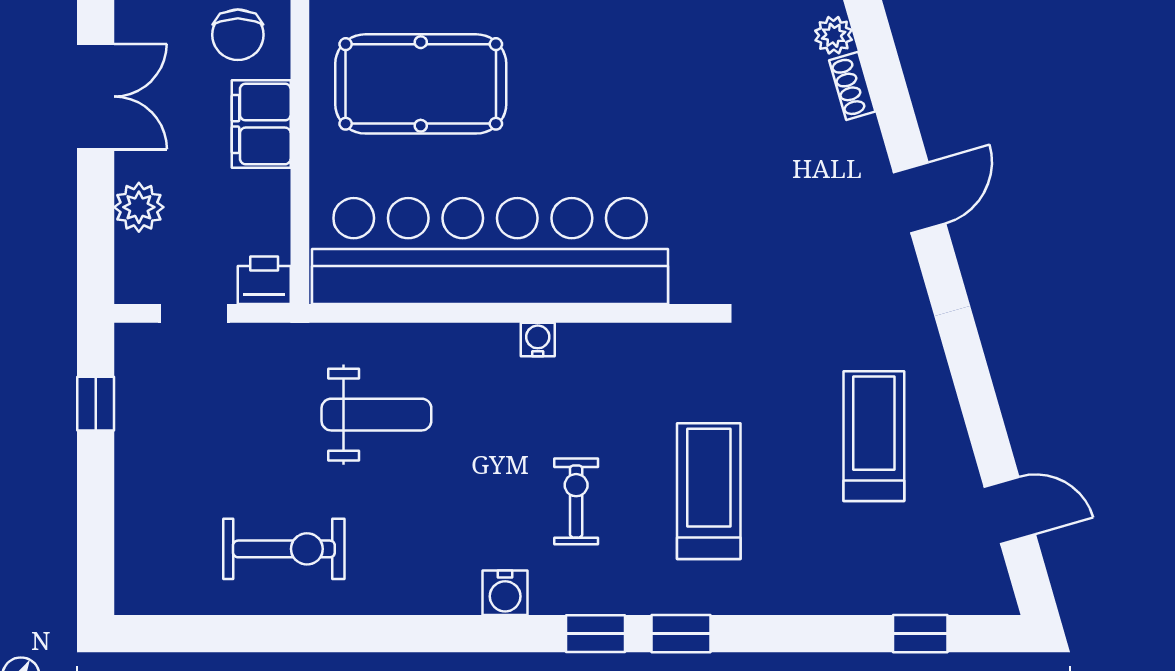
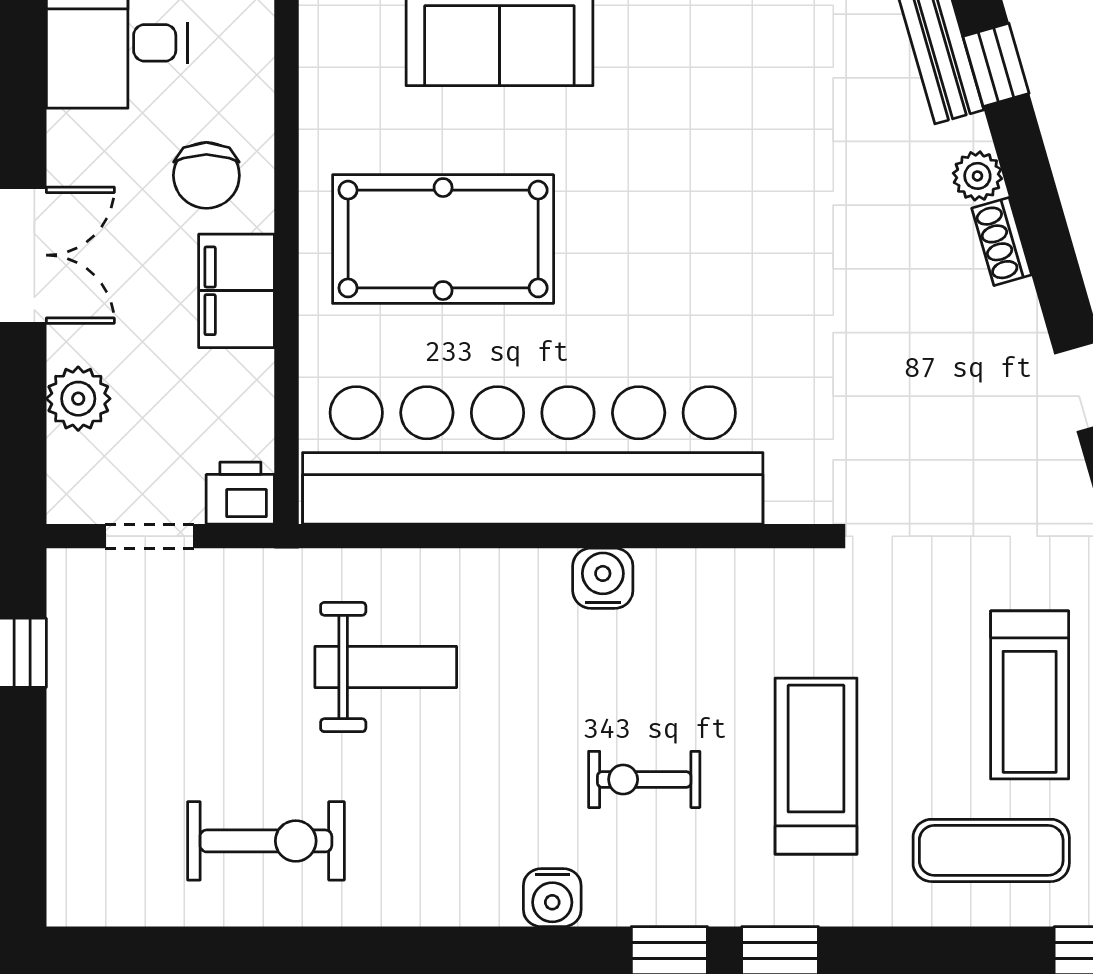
water cooler: (538, 340) -> (603, 578), width x1.38, depth x1.38
treadmill: (874, 436) -> (1030, 695), turned 180
exercise bike: (576, 501) -> (644, 779), turned -90
exercise mat: (844, 556) -> (991, 850), added

